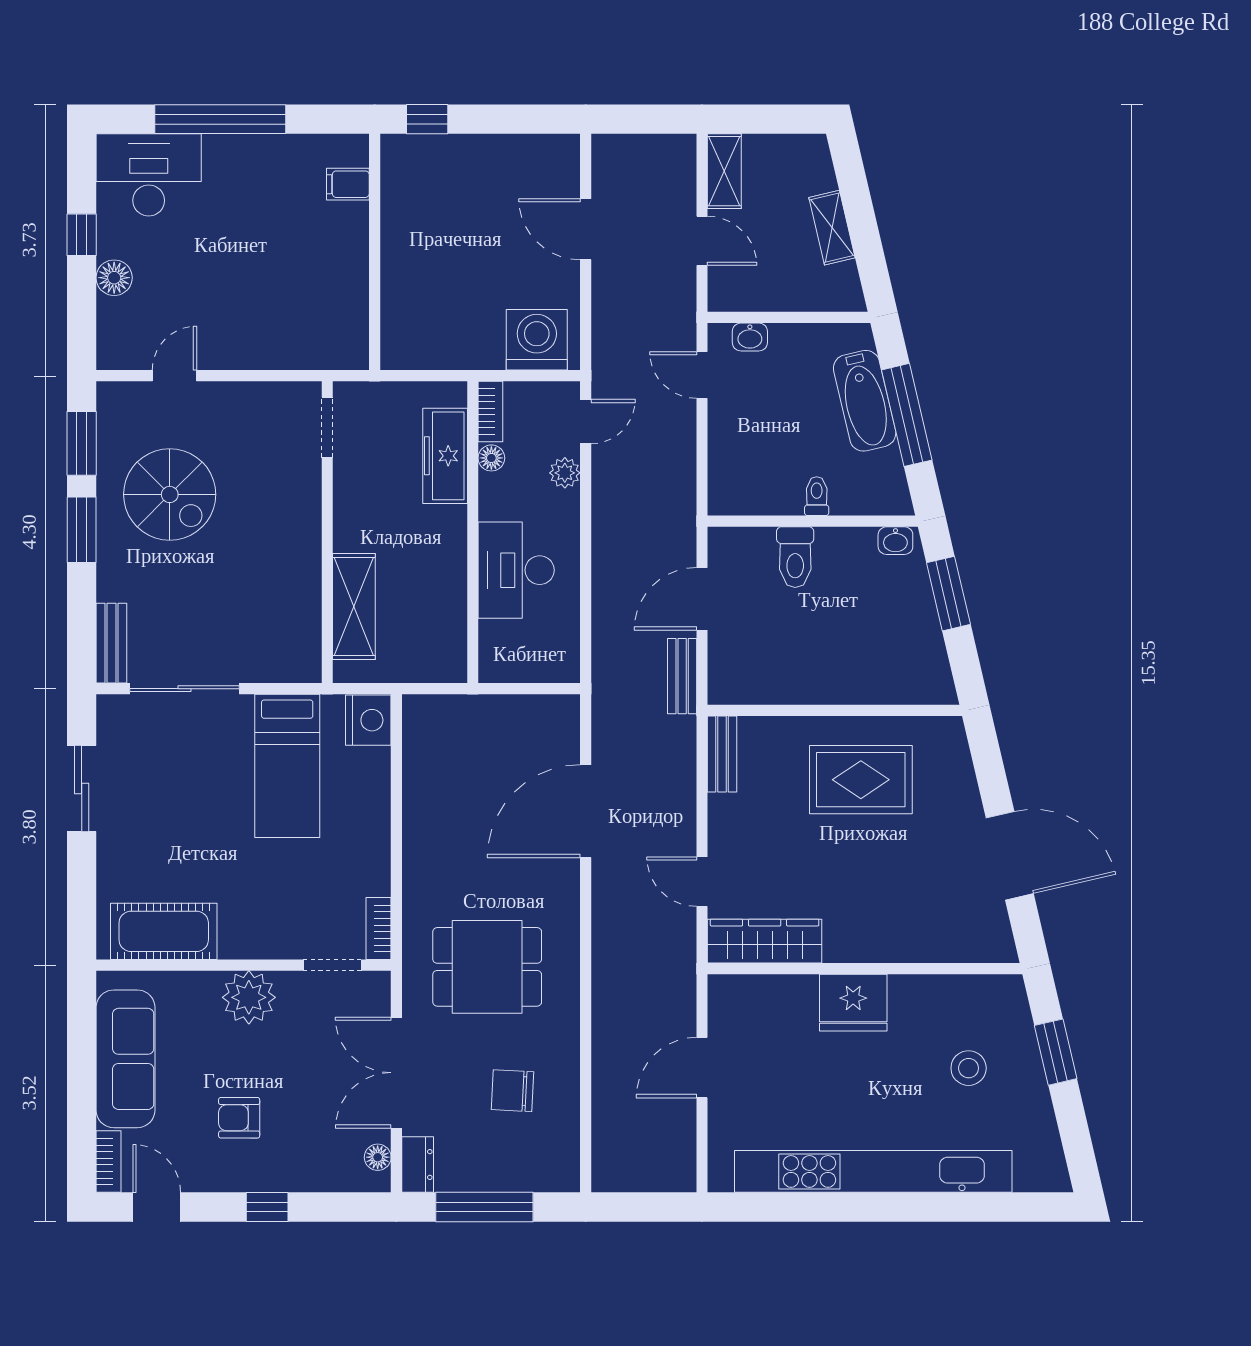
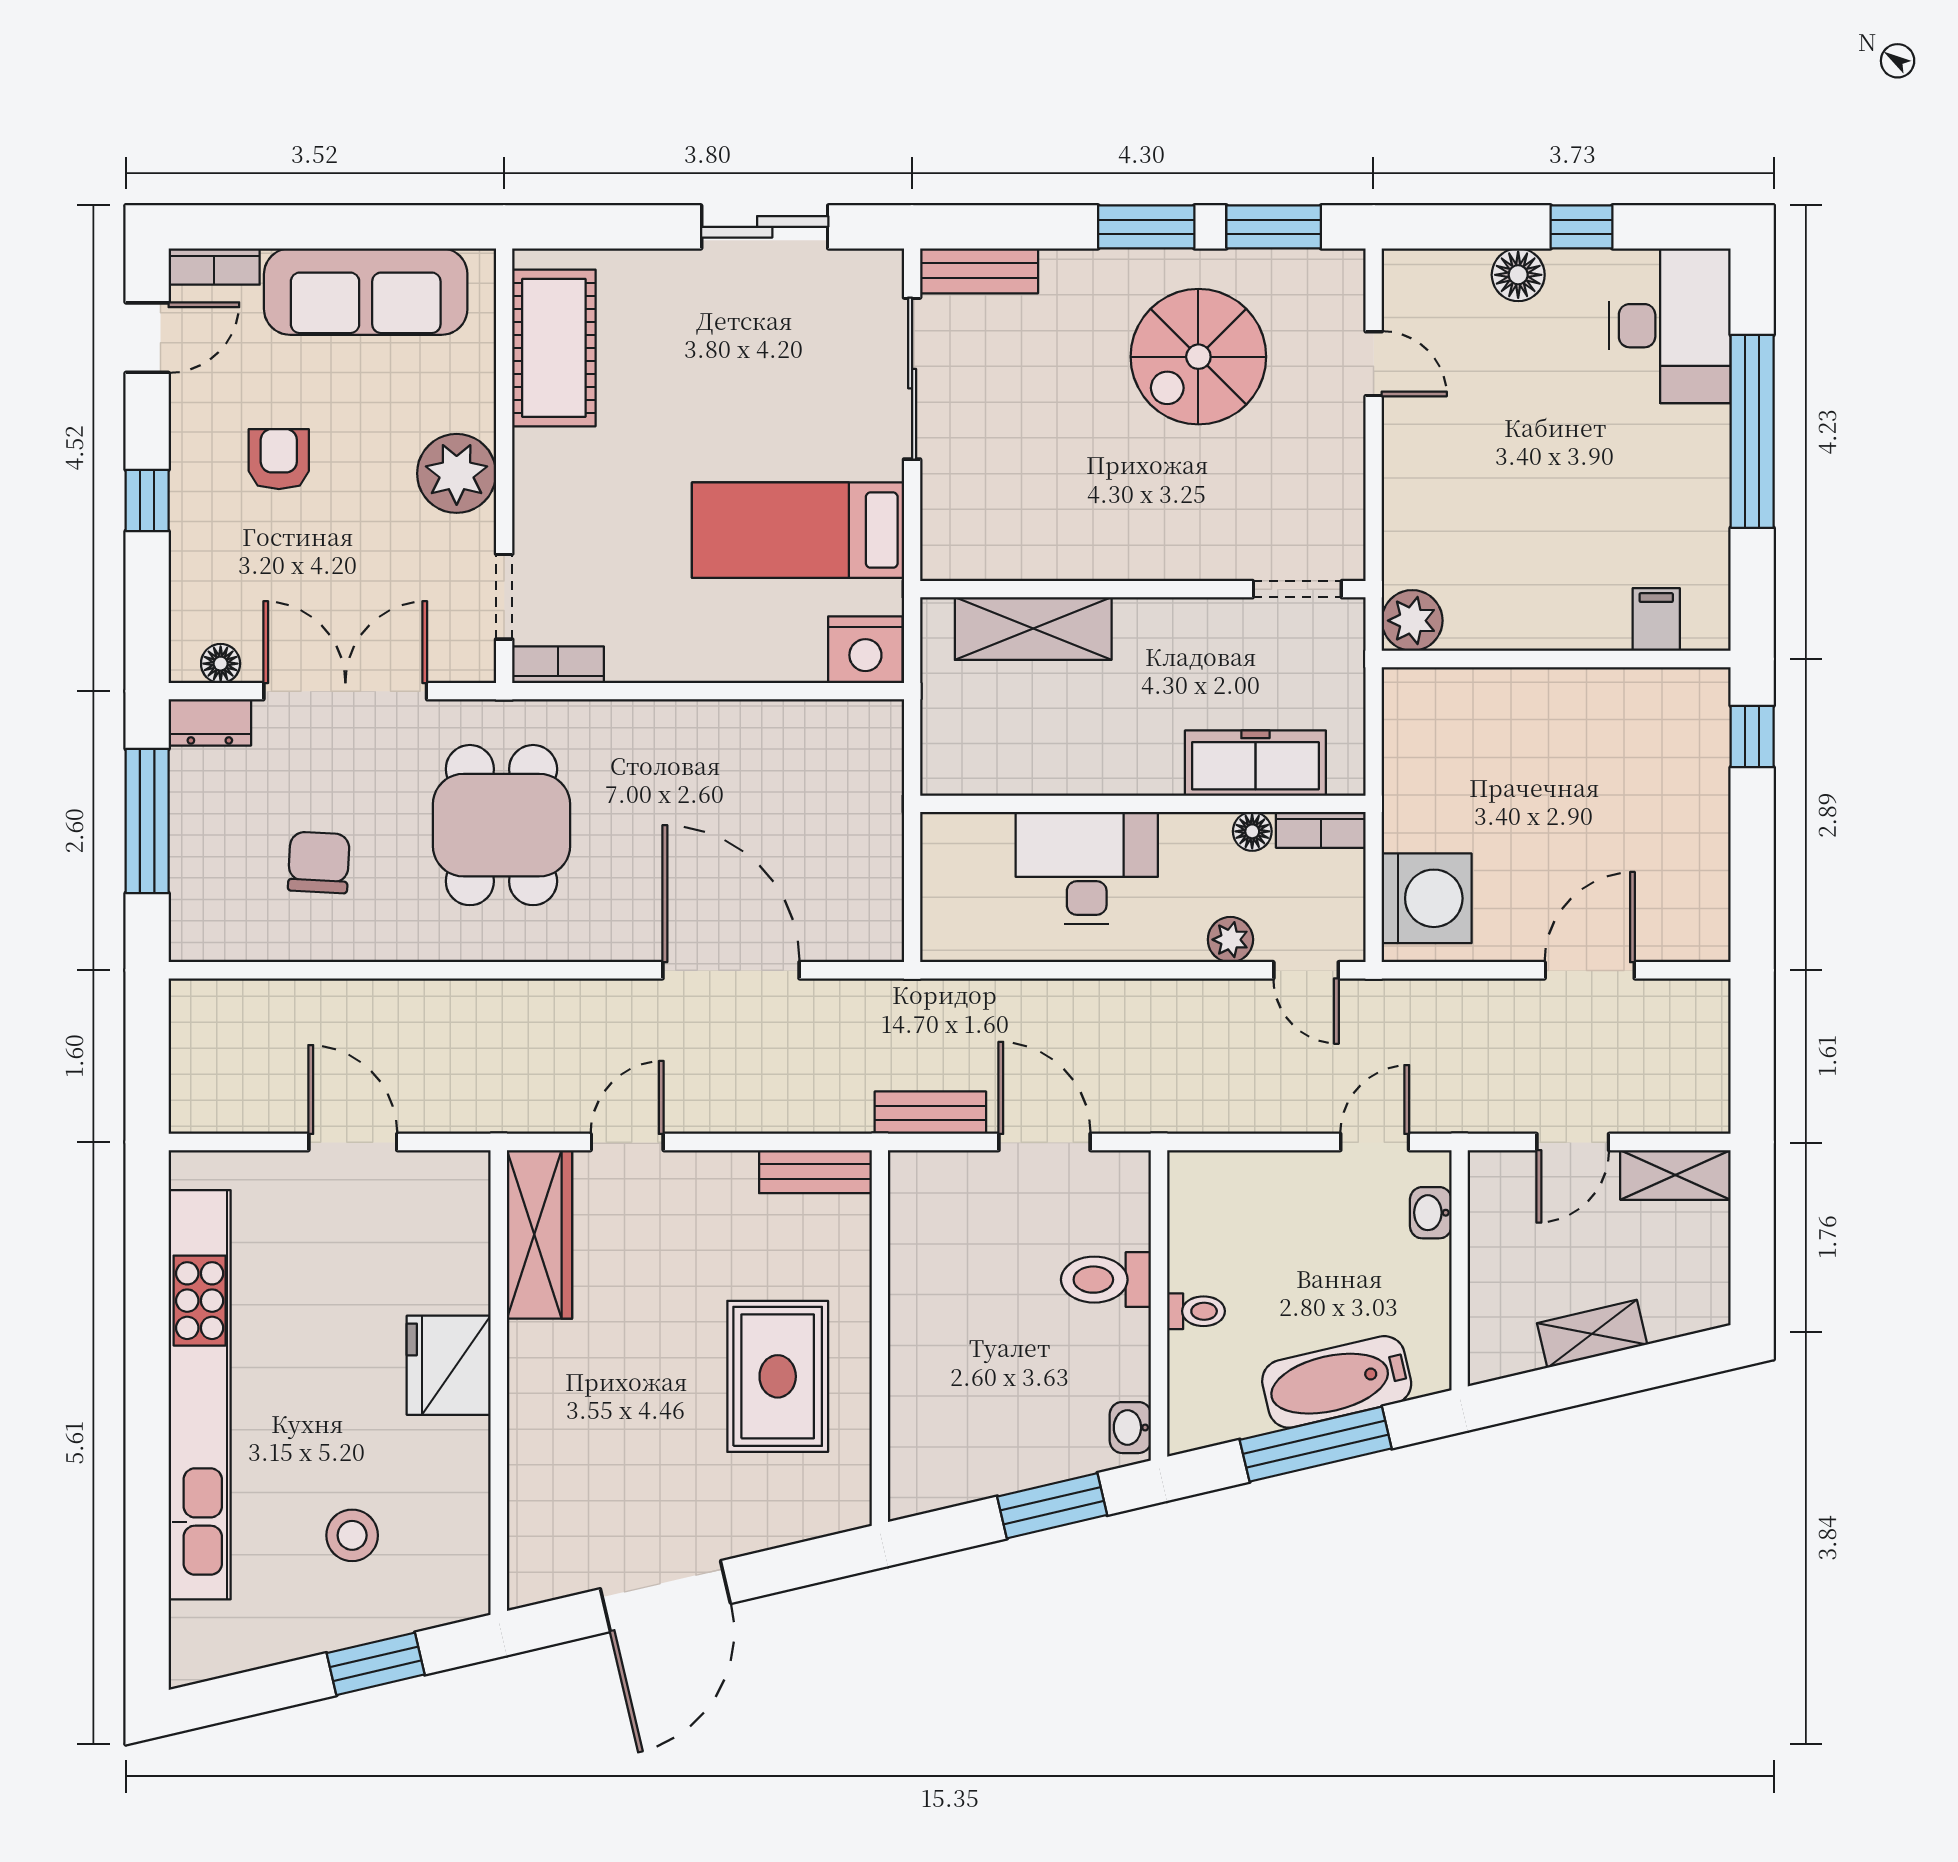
plant: (348, 350) -> (1412, 621), added

